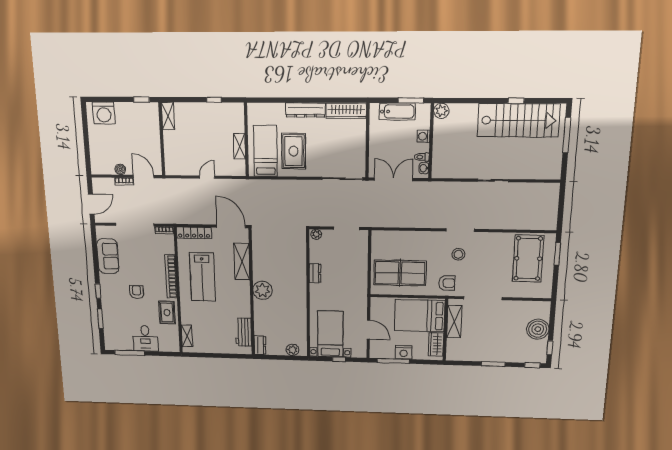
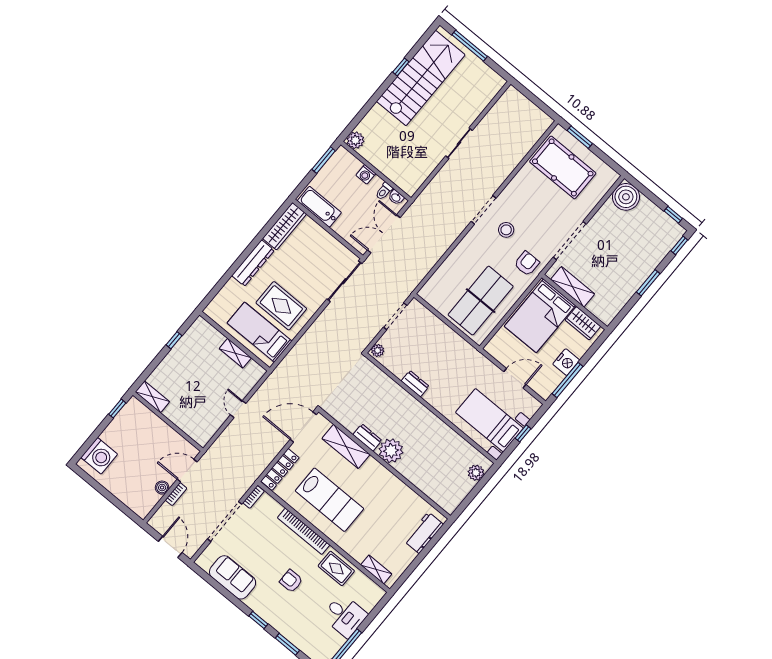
bathtub: (397, 112) -> (319, 207), moved, turned -90
boiler: (538, 329) -> (626, 197), moved
workbench: (244, 332) -> (424, 533), moved, turned 90
dresser: (260, 345) -> (367, 438), moved

